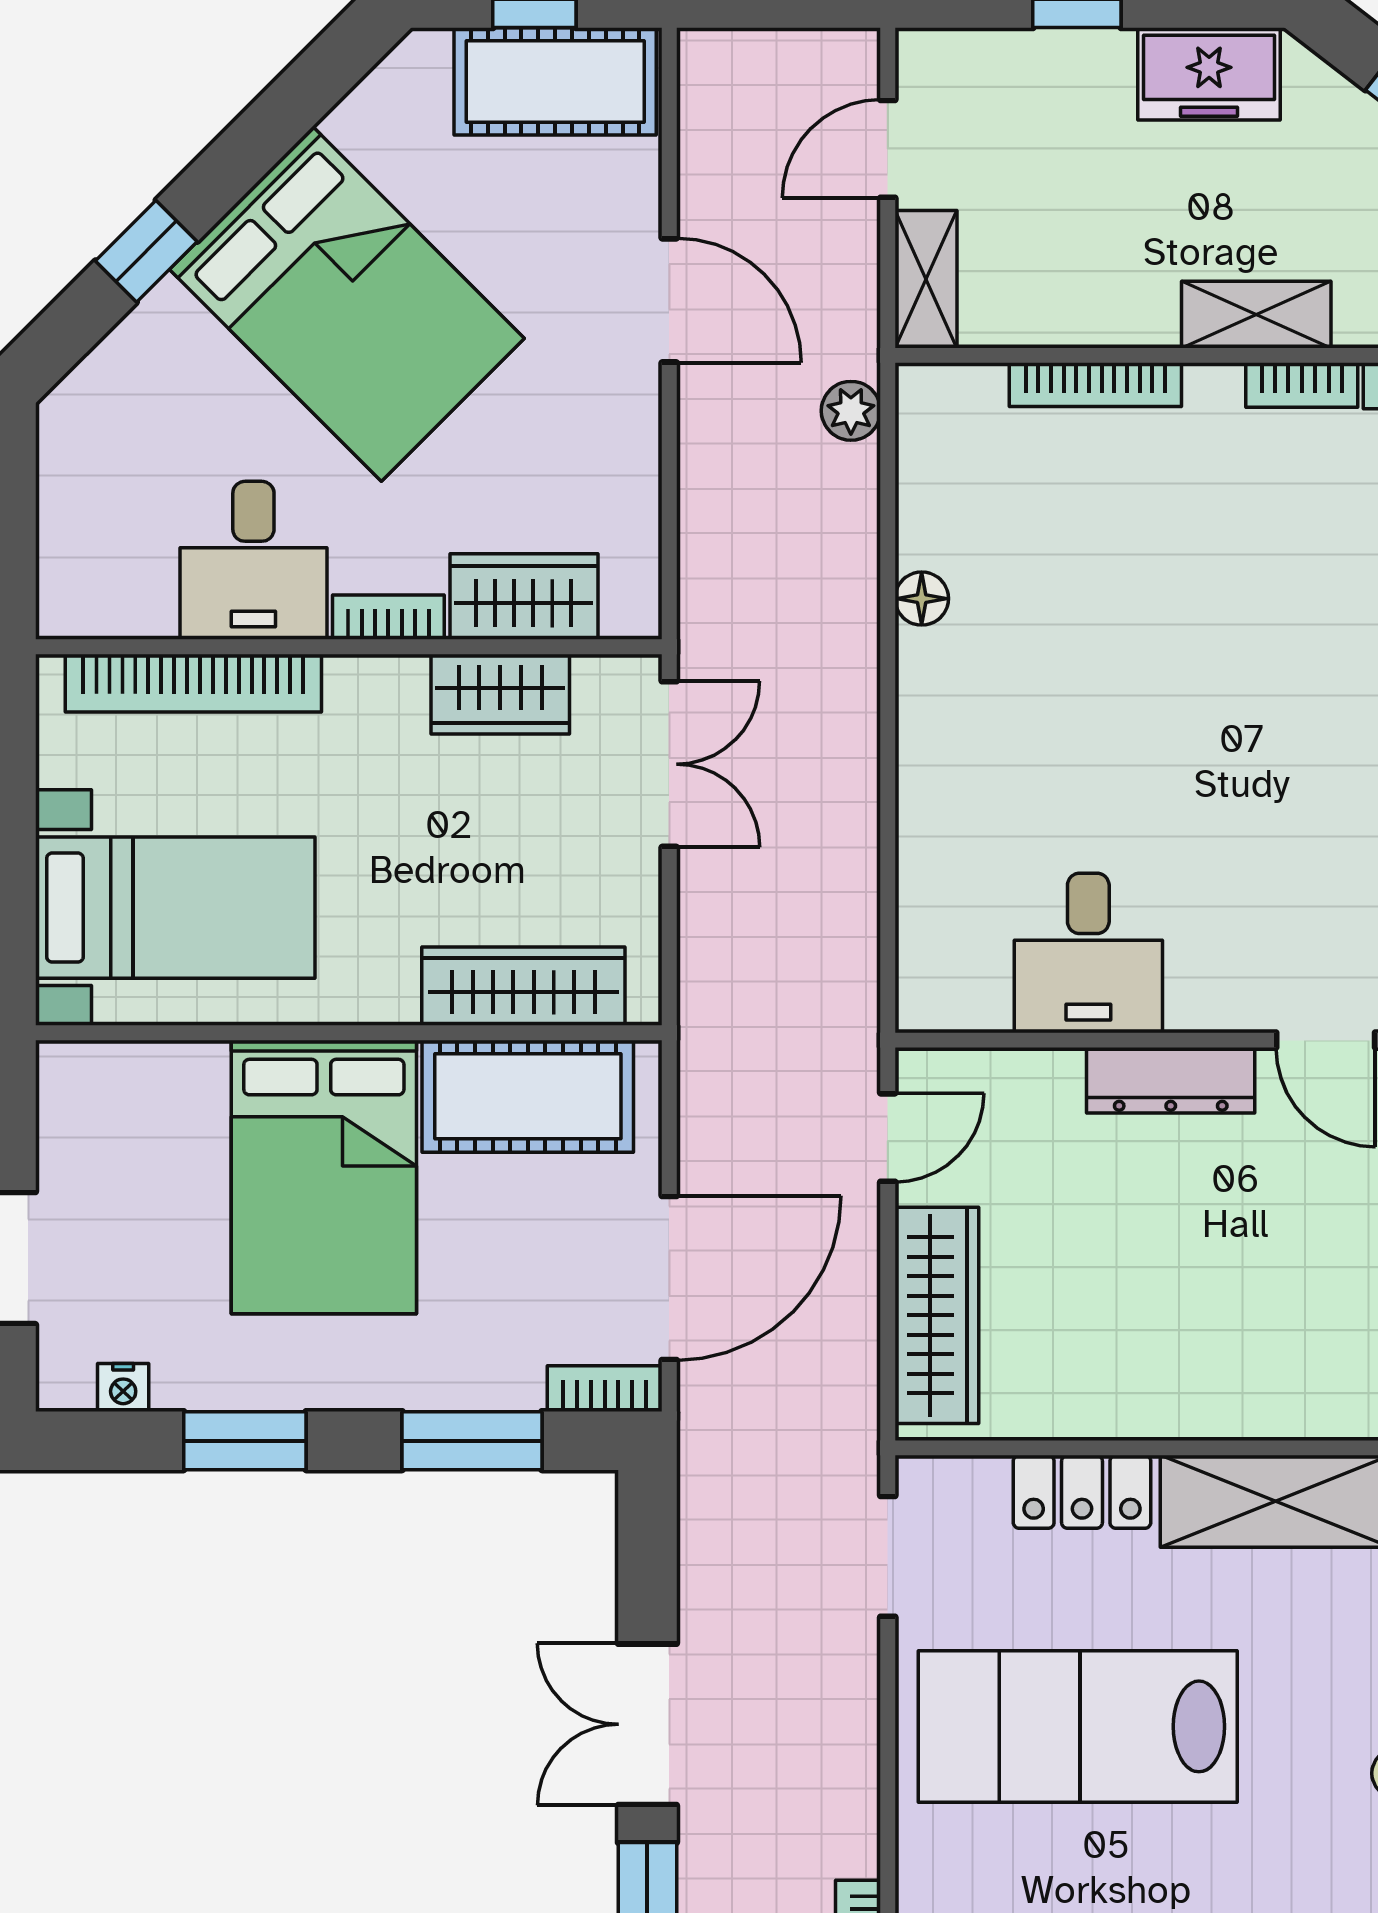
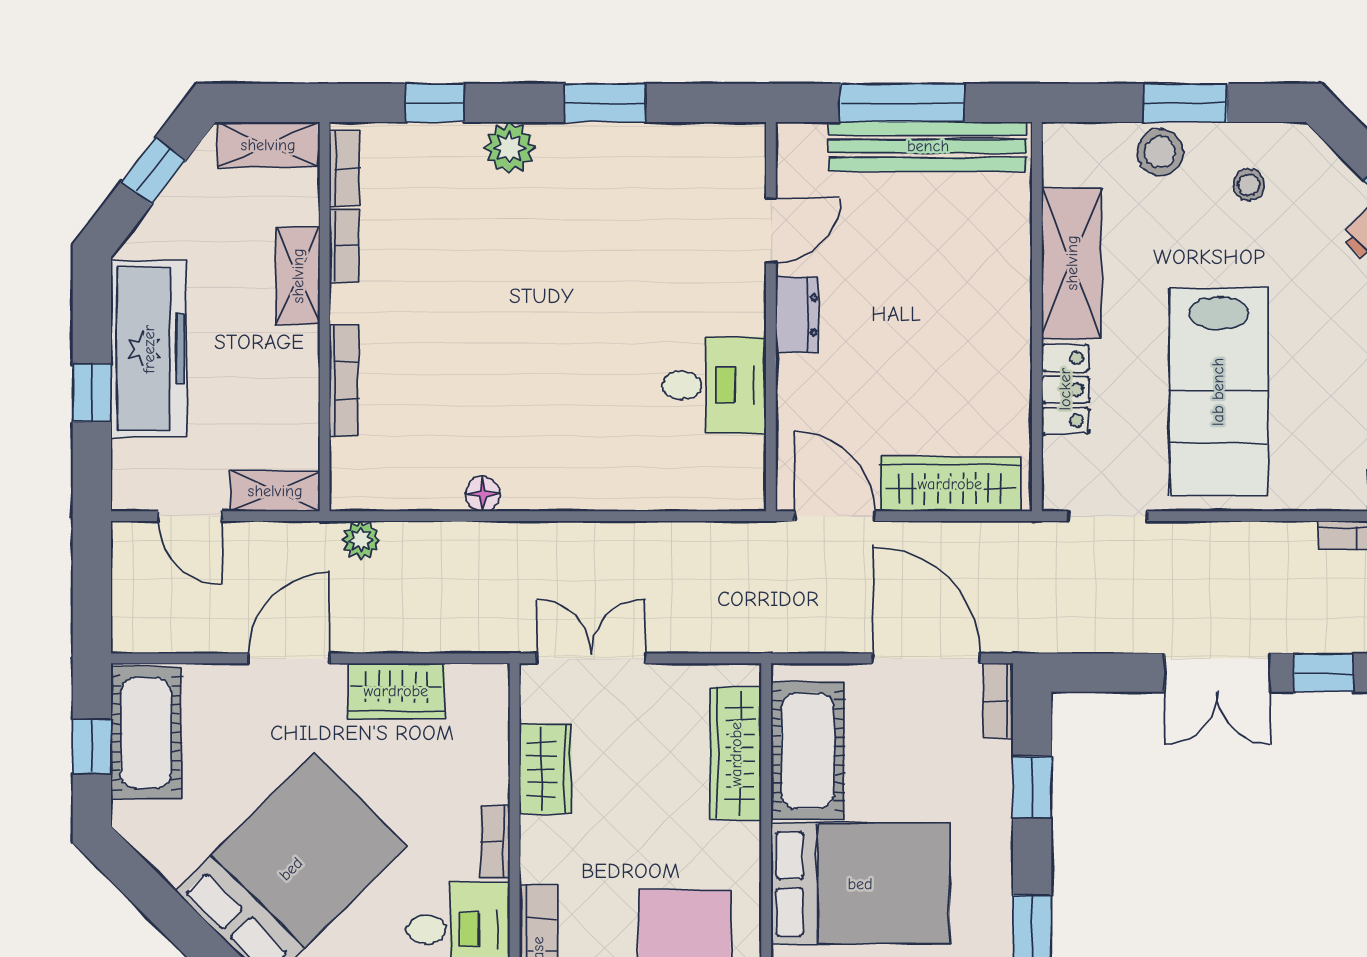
freezer: (1209, 74) -> (149, 349), width x1.91, depth x1.26
wardrobe: (524, 597) -> (396, 691), moved, turned -90
dresser: (1171, 1080) -> (797, 315), width x0.70
door: (888, 1138) -> (834, 516), width x1.38
window: (472, 1441) -> (1032, 787), width x0.67

